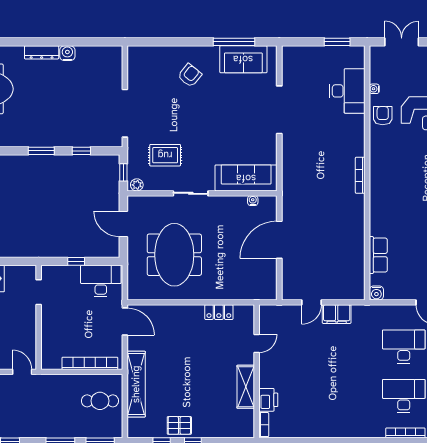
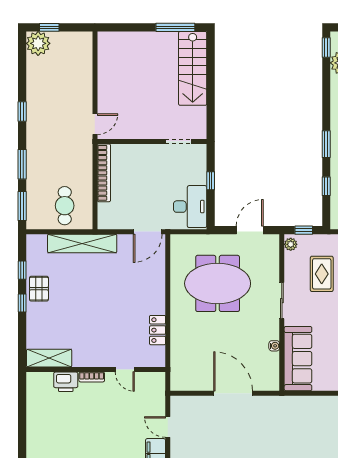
water cooler: (253, 201) -> (274, 346), moved
bookcase: (90, 363) -> (104, 173), moved
shelving: (246, 387) -> (49, 358), moved
bookcase: (264, 425) -> (92, 377), moved

